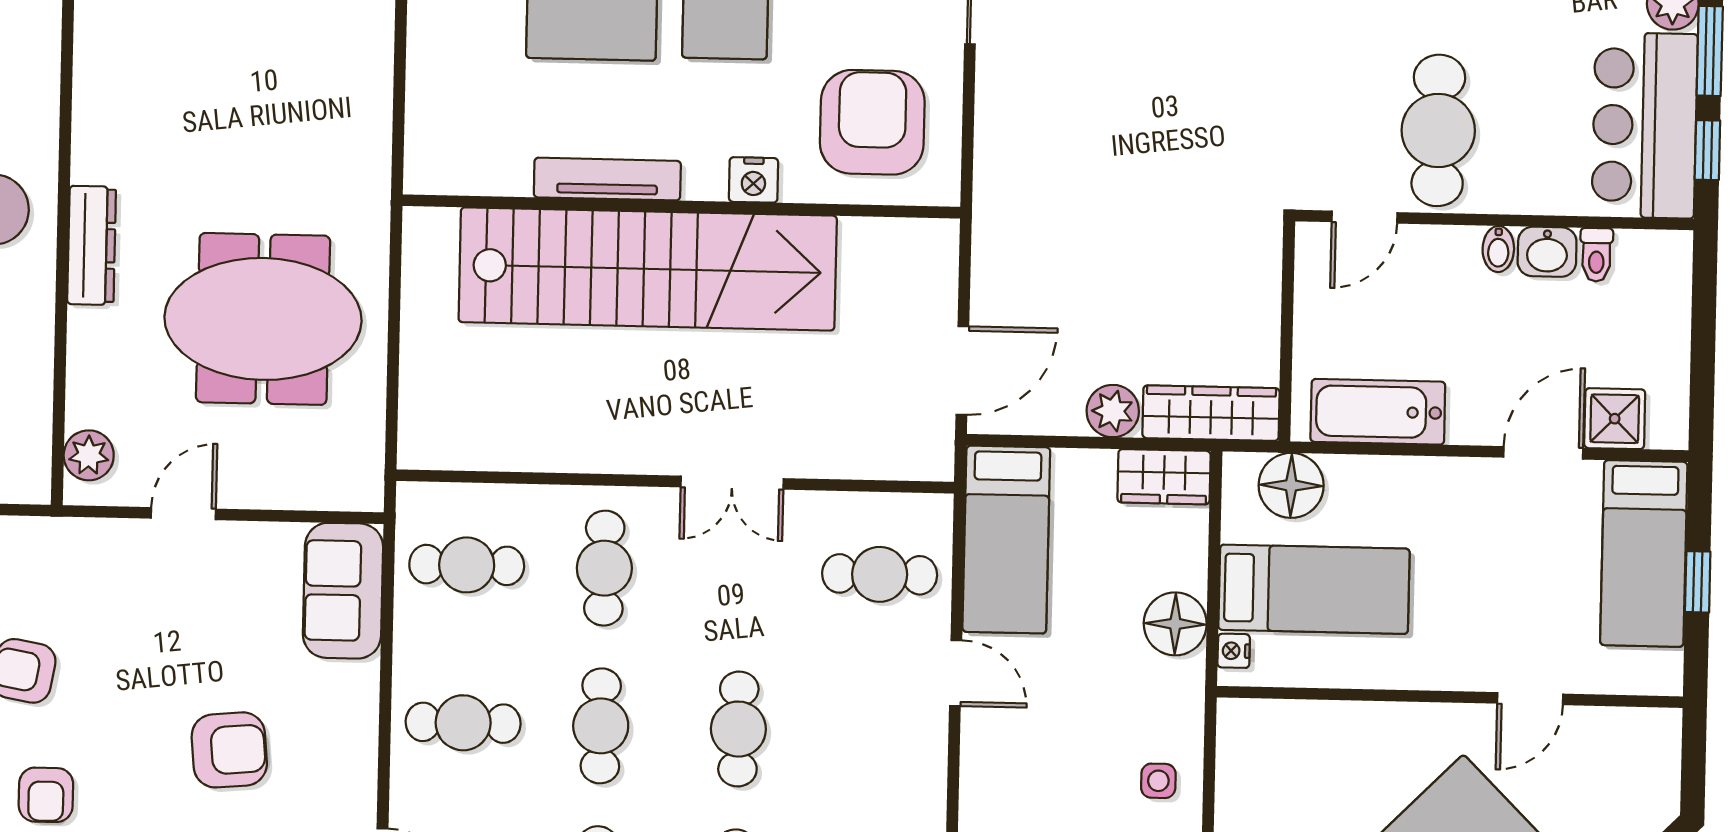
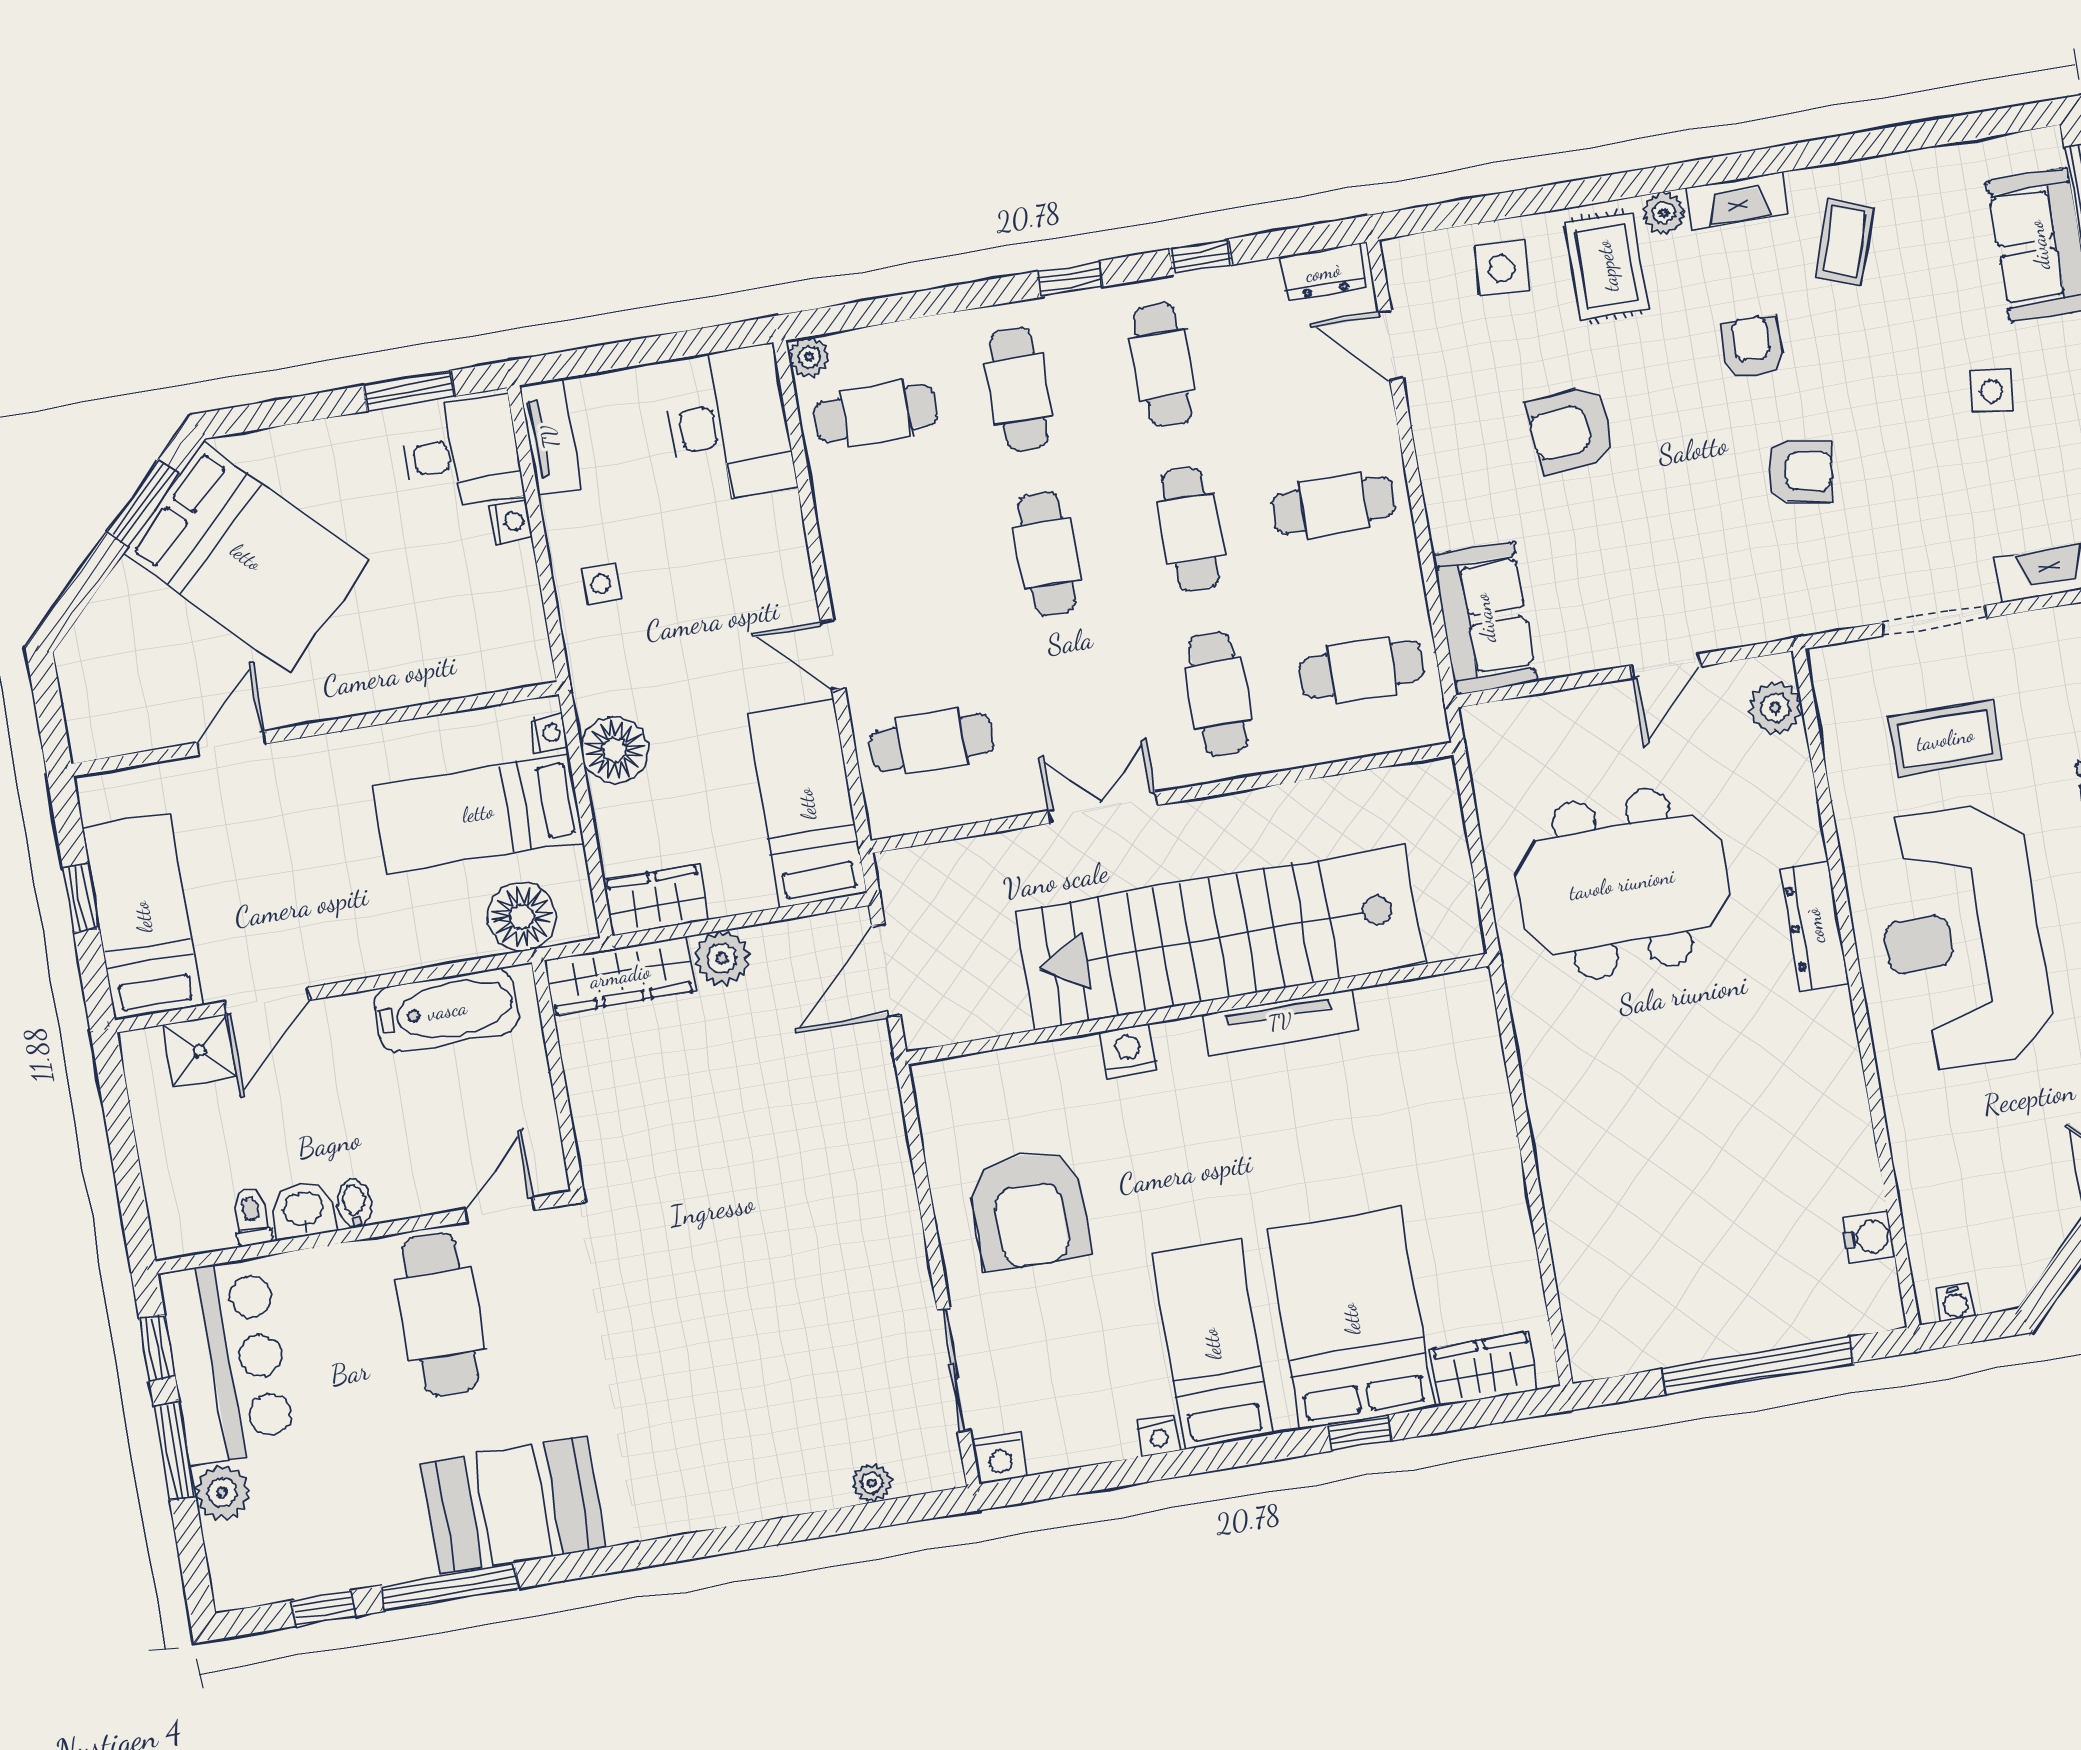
tv unit: (607, 179) -> (1280, 1022), moved
nightstand: (753, 180) -> (1128, 1051), moved
wall: (681, 206) -> (1198, 1009), moved
stairs: (648, 269) -> (1220, 937), moved

